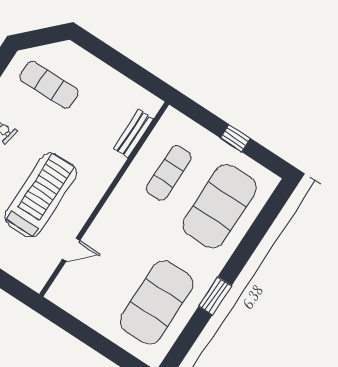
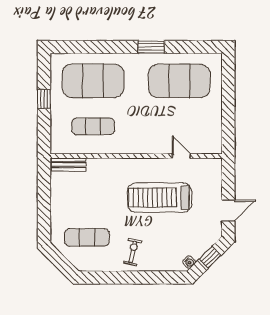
exercise mat: (49, 85) -> (87, 237), turned 90
bench: (133, 134) -> (69, 165), moved

